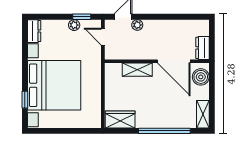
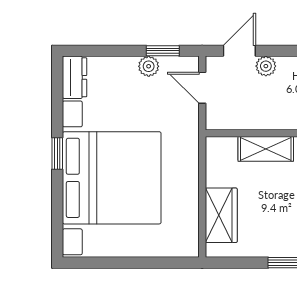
window: (25, 100) -> (57, 153), moved
wardrobe: (120, 120) -> (221, 215), moved, turned 90

